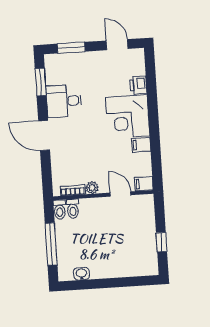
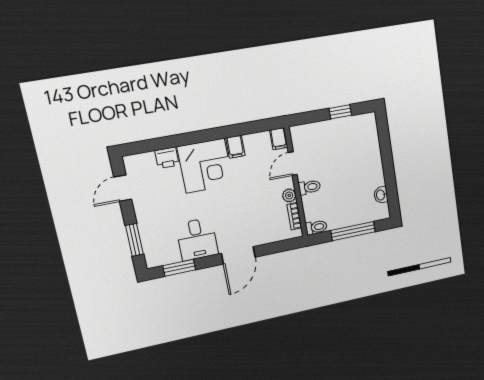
toilet: (73, 209) -> (310, 187), moved

